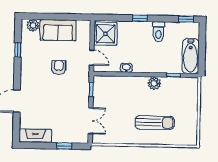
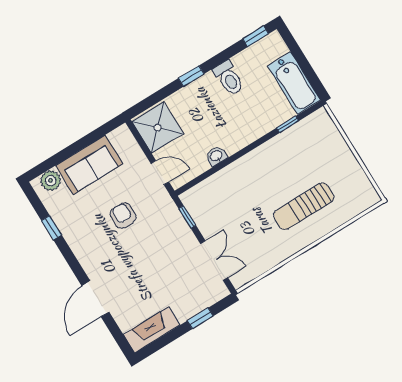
plant: (154, 83) -> (268, 153), removed
sun lounger: (155, 123) -> (304, 206), turned 180

